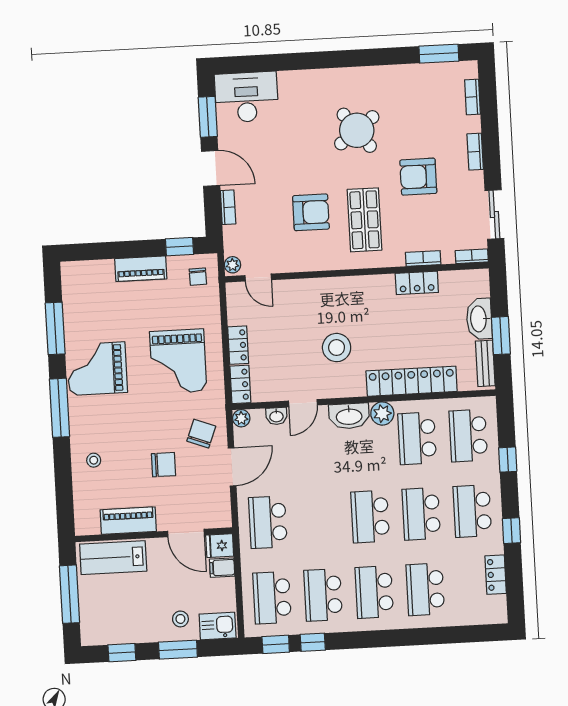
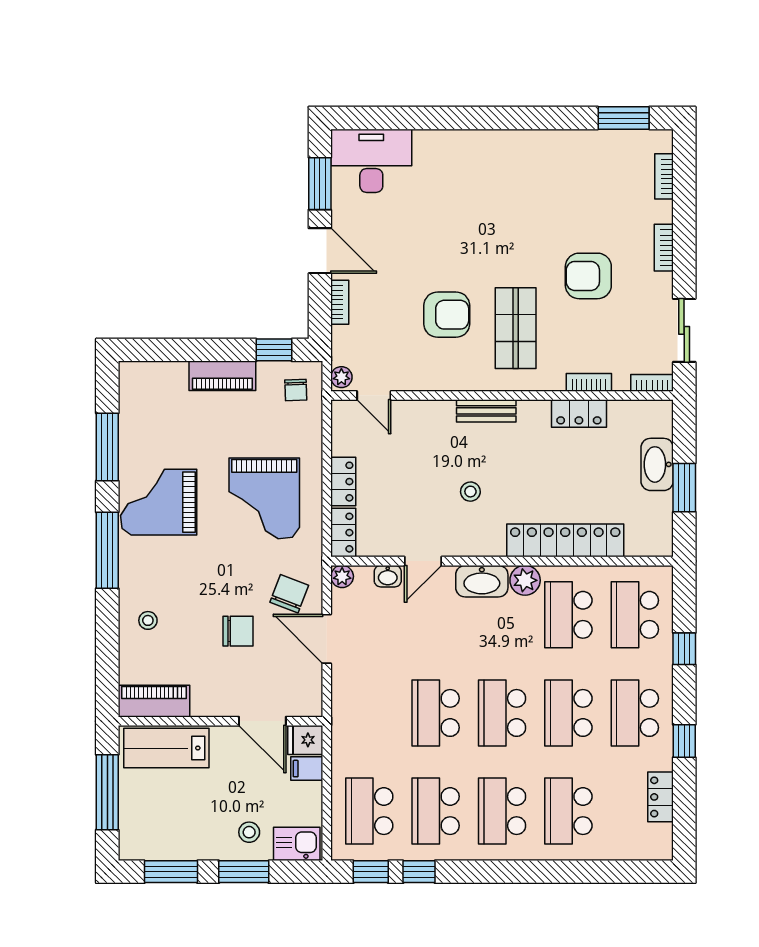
round table: (357, 130) -> (512, 212), removed
stool: (337, 348) -> (470, 492), width x0.53, depth x0.53
bench: (485, 363) -> (486, 411), moved, turned 90
door: (232, 467) -> (327, 639), swing flipped
piano: (128, 521) -> (154, 701), moved
school desk: (268, 522) -> (436, 713), moved
window: (122, 653) -> (171, 872), width x1.50

